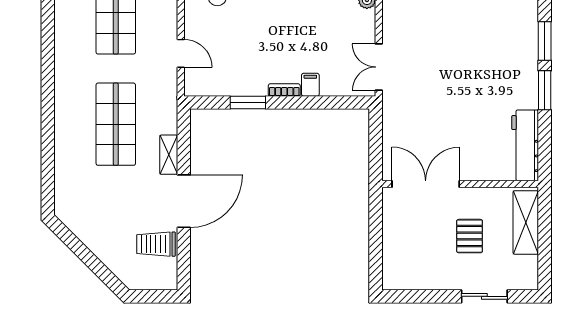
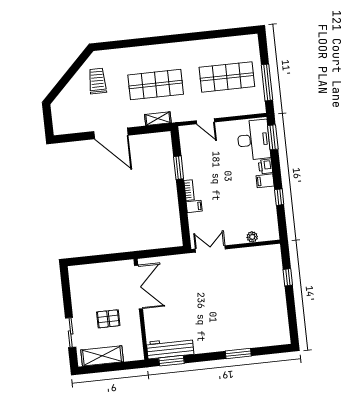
door: (181, 53) -> (205, 121), hinge flipped
window: (545, 90) -> (172, 361), moved
shelving: (169, 155) -> (158, 119), moved
shelving: (526, 222) -> (102, 356), moved
trolley: (156, 244) -> (97, 81), moved

